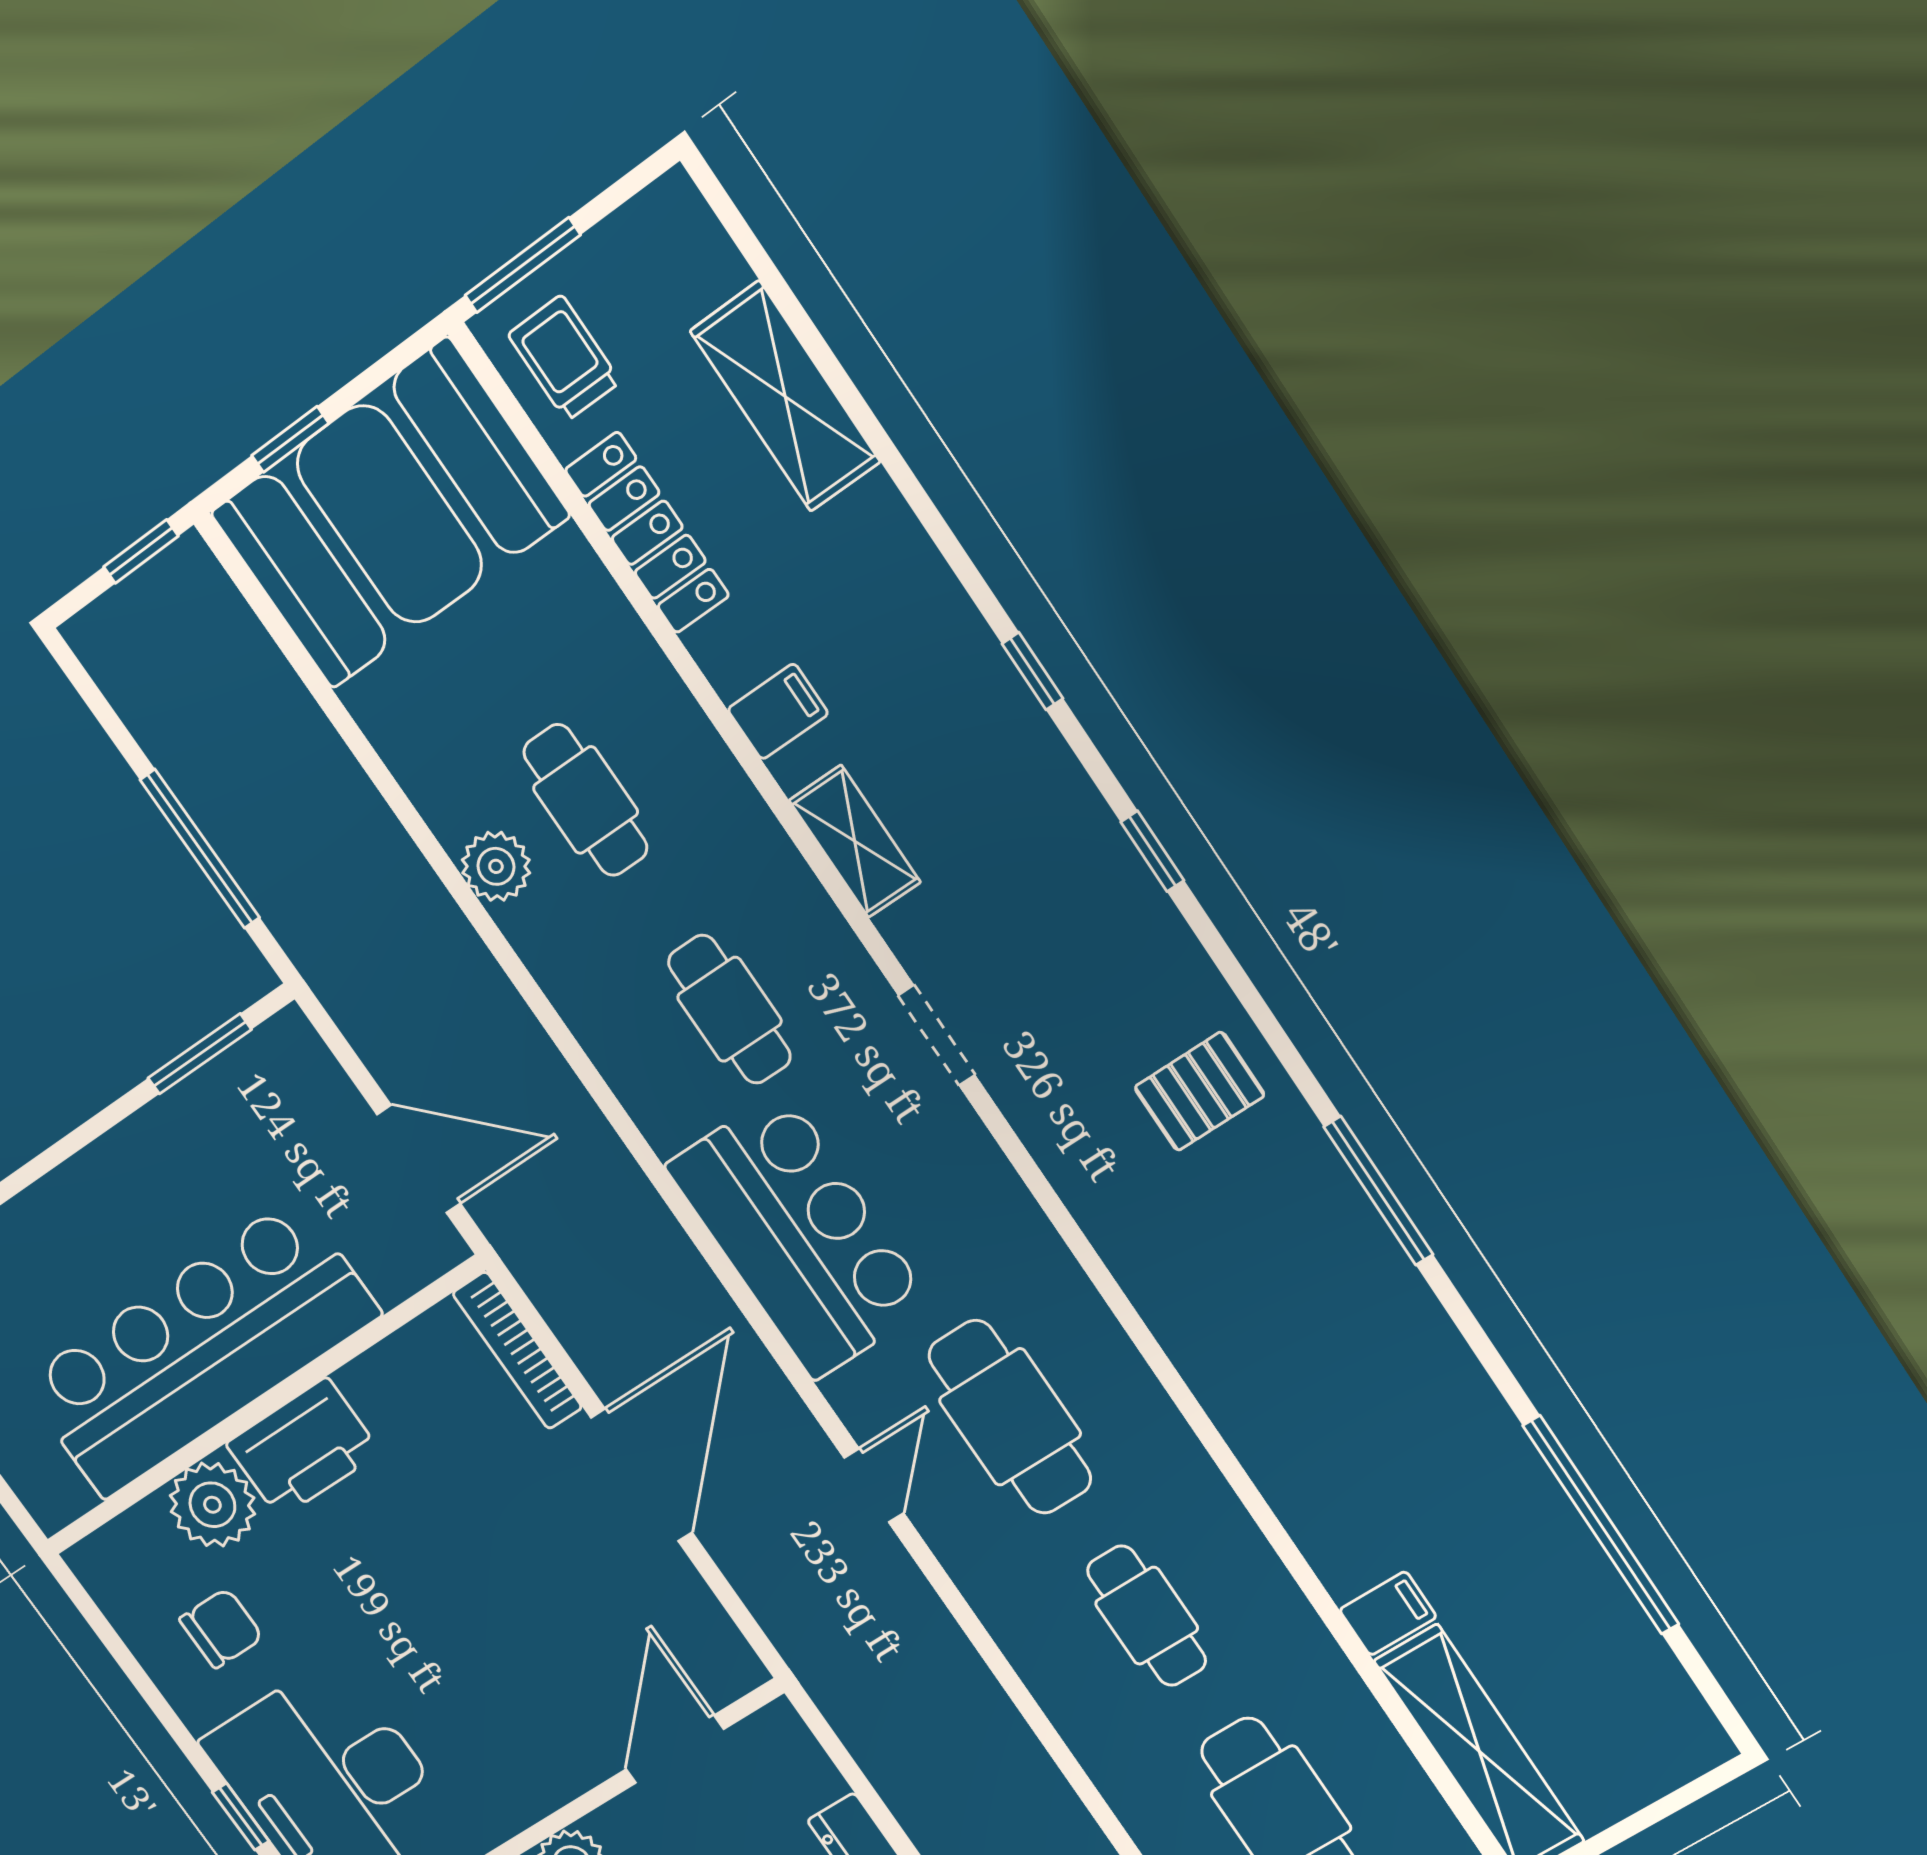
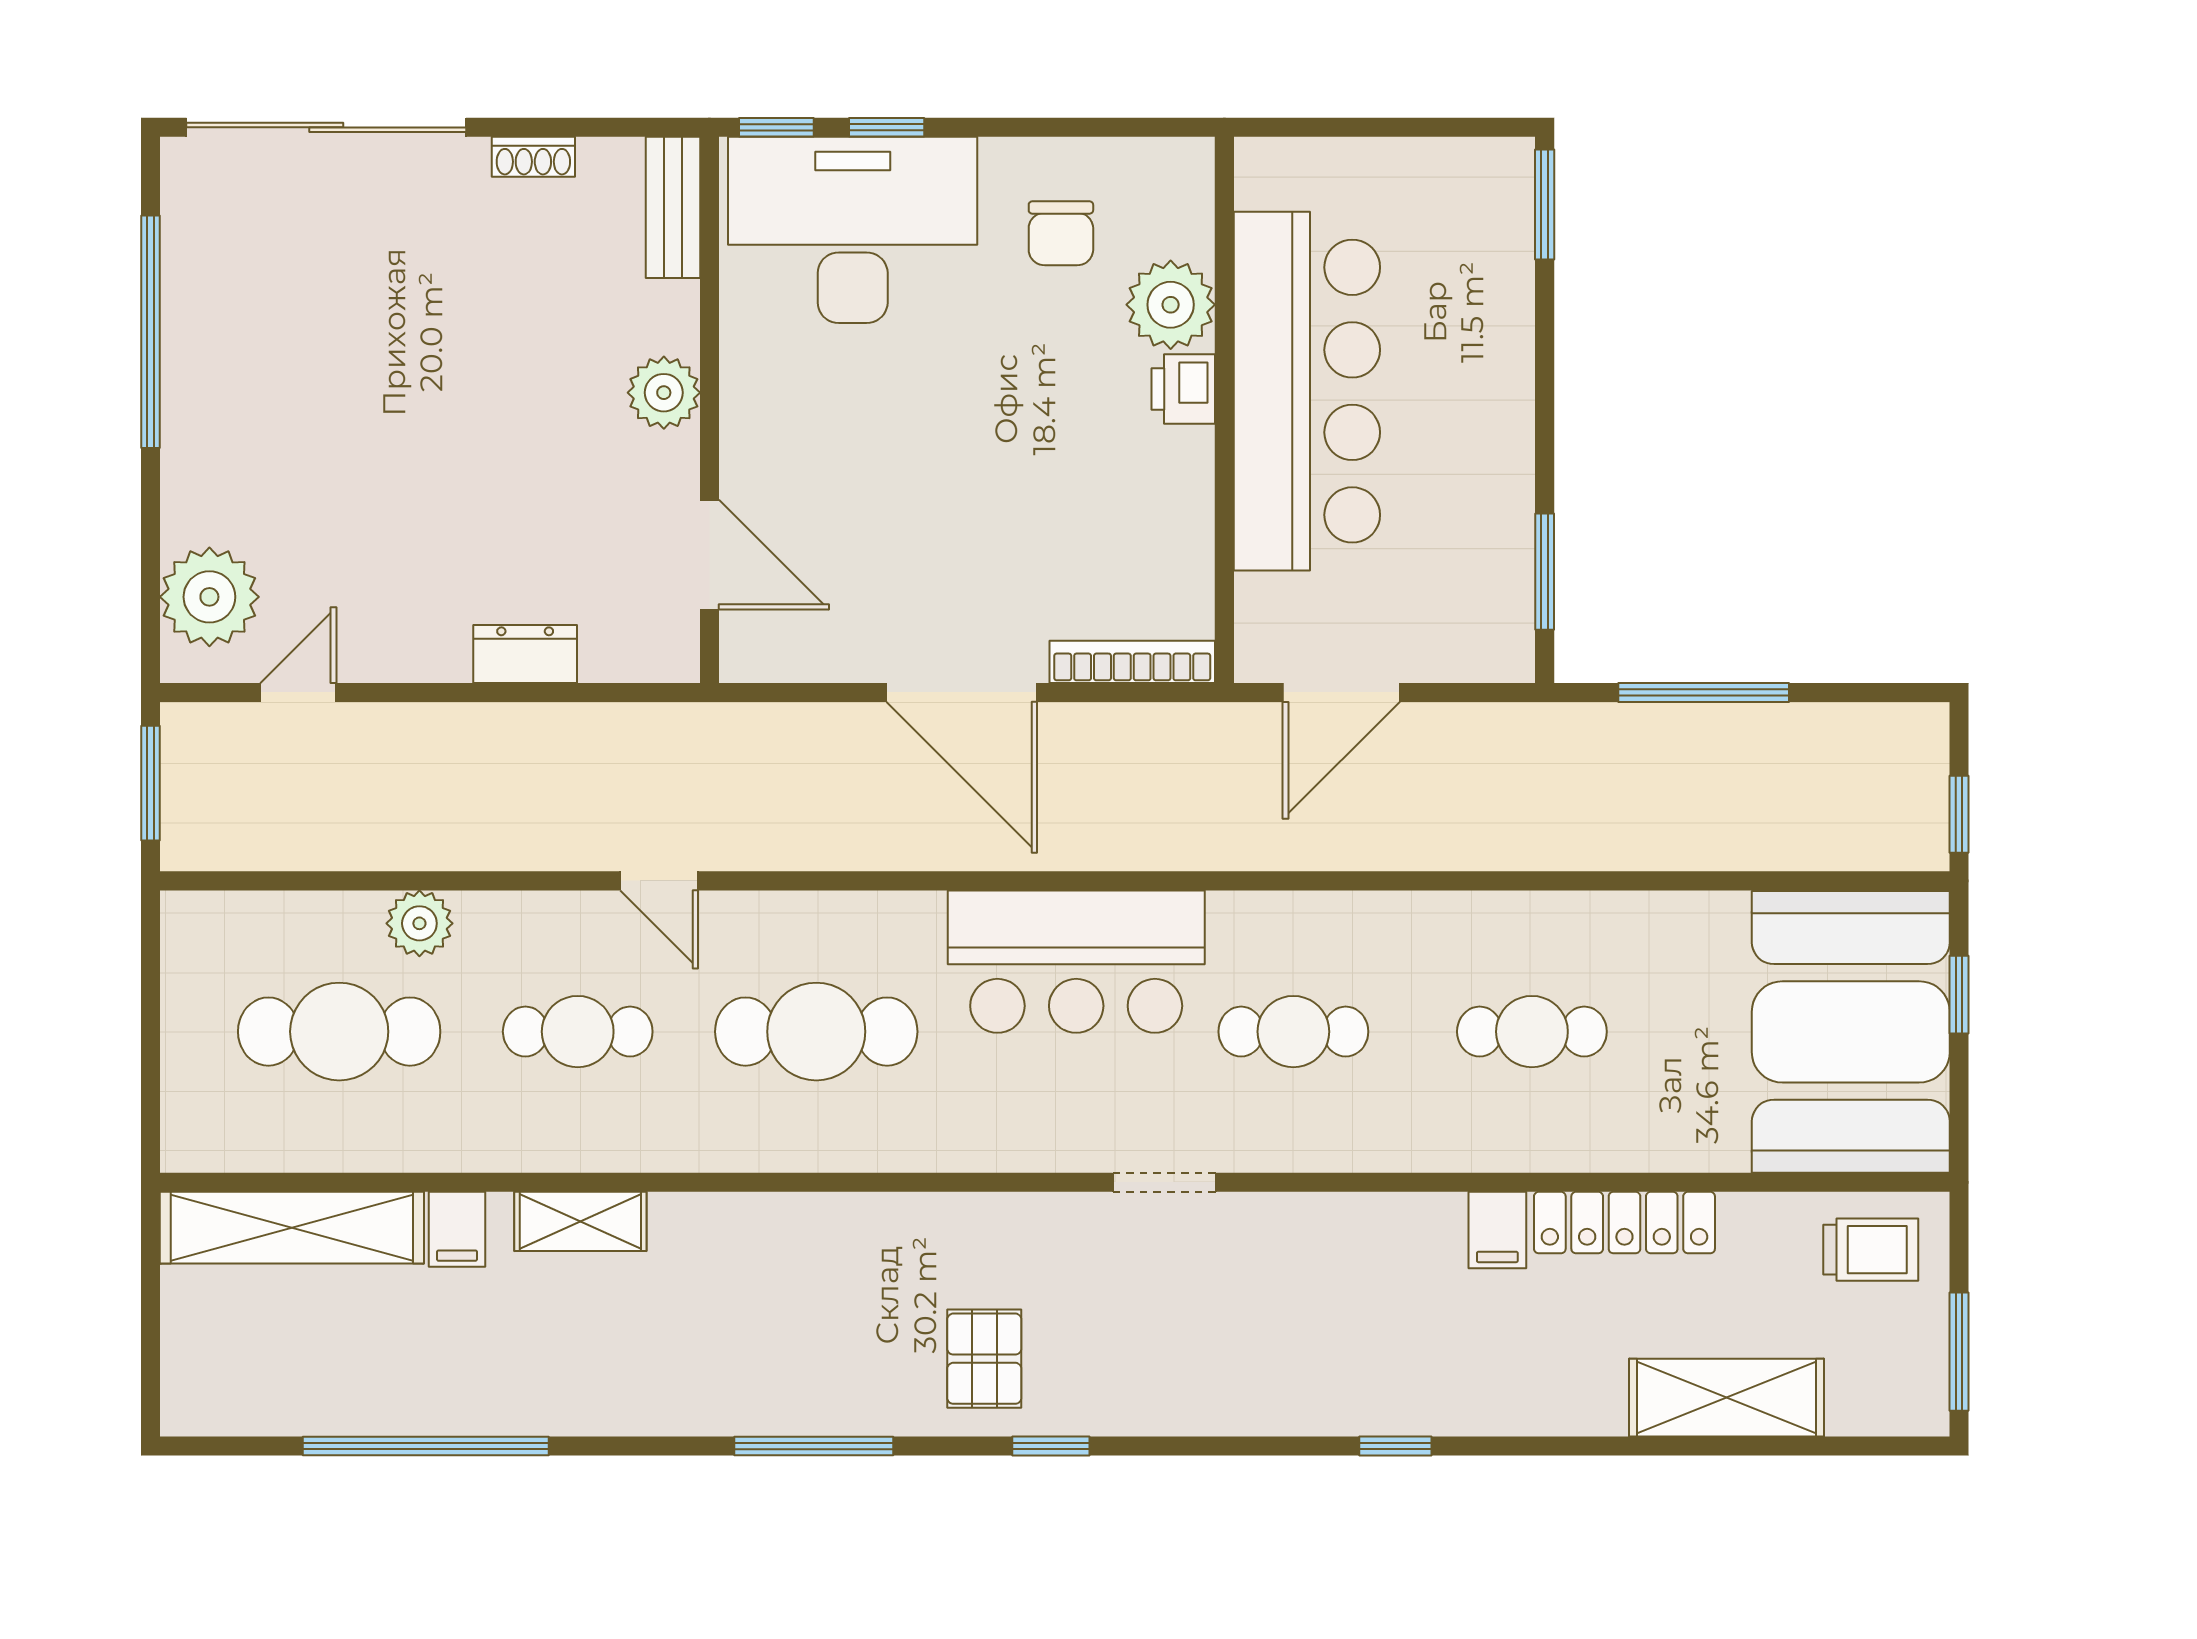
window: (523, 265) -> (1959, 1352), moved
locker: (647, 533) -> (1624, 1223), moved
shelving: (855, 841) -> (580, 1221), moved
window: (1152, 851) -> (1051, 1446), moved
plant: (496, 866) -> (419, 923), moved
printer: (303, 1448) -> (1183, 389), width x0.53, depth x0.68
door: (874, 1485) -> (659, 881), moved

